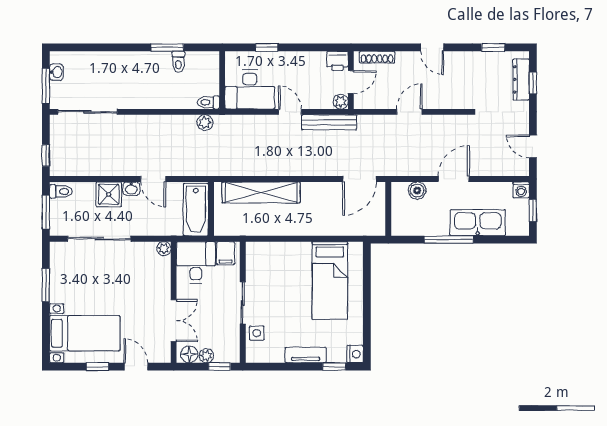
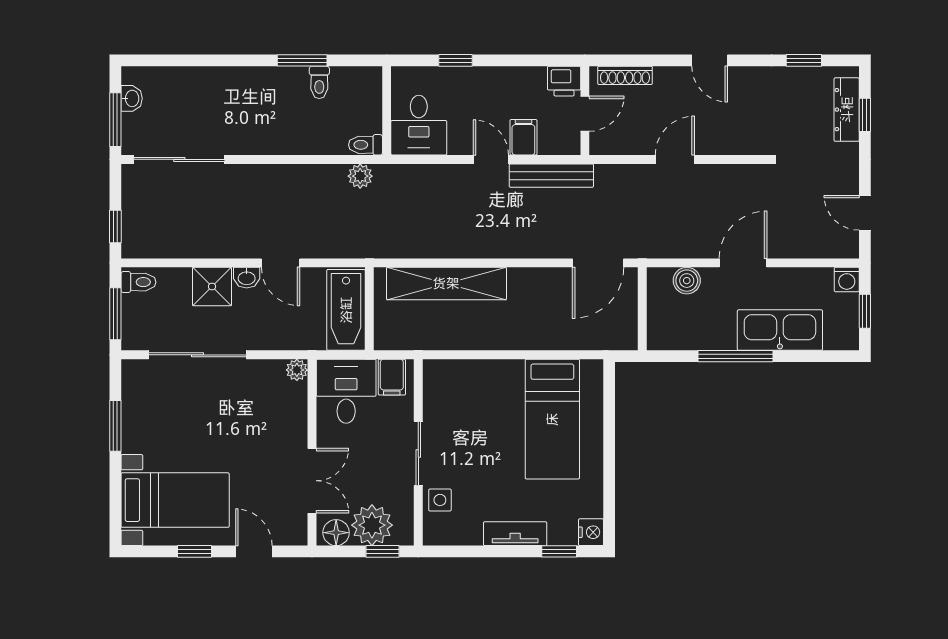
desk: (250, 90) -> (419, 125), width x0.73
filing cabinet: (311, 97) -> (523, 137), added
plant: (341, 102) -> (569, 144), removed
plant: (206, 356) -> (372, 525), width x1.87, depth x1.87

